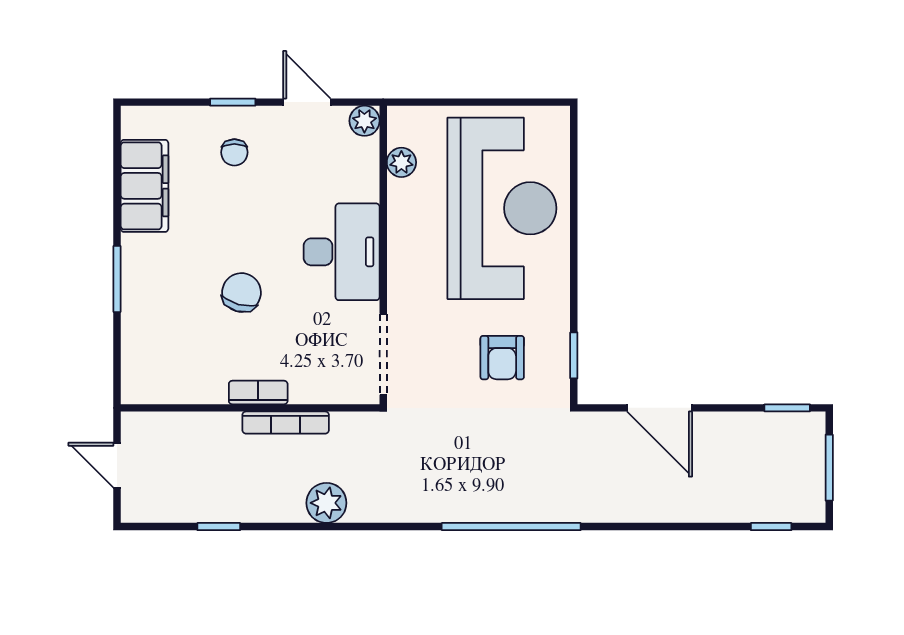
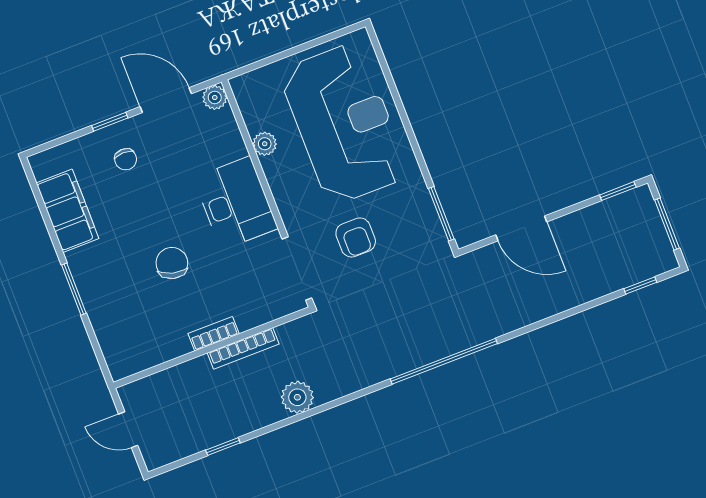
door: (307, 102) -> (166, 100), width x1.37
plant: (401, 162) -> (265, 144), moved
window: (574, 355) -> (441, 214), width x1.50
armchair: (502, 358) -> (356, 237), moved

